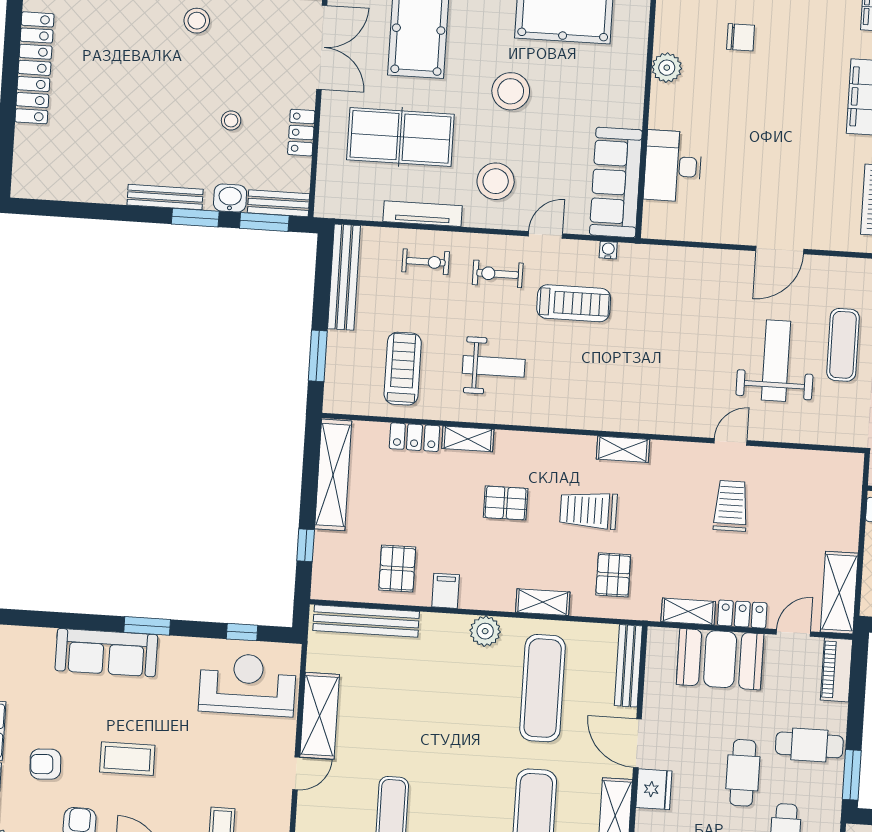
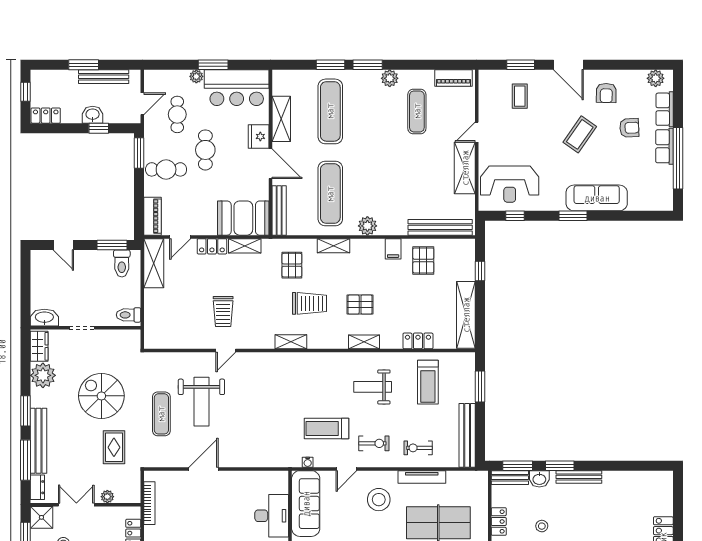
shelving: (468, 439) -> (364, 342), moved
booth: (720, 659) -> (243, 218), moved
coffee table: (127, 759) -> (580, 134), turned -55

